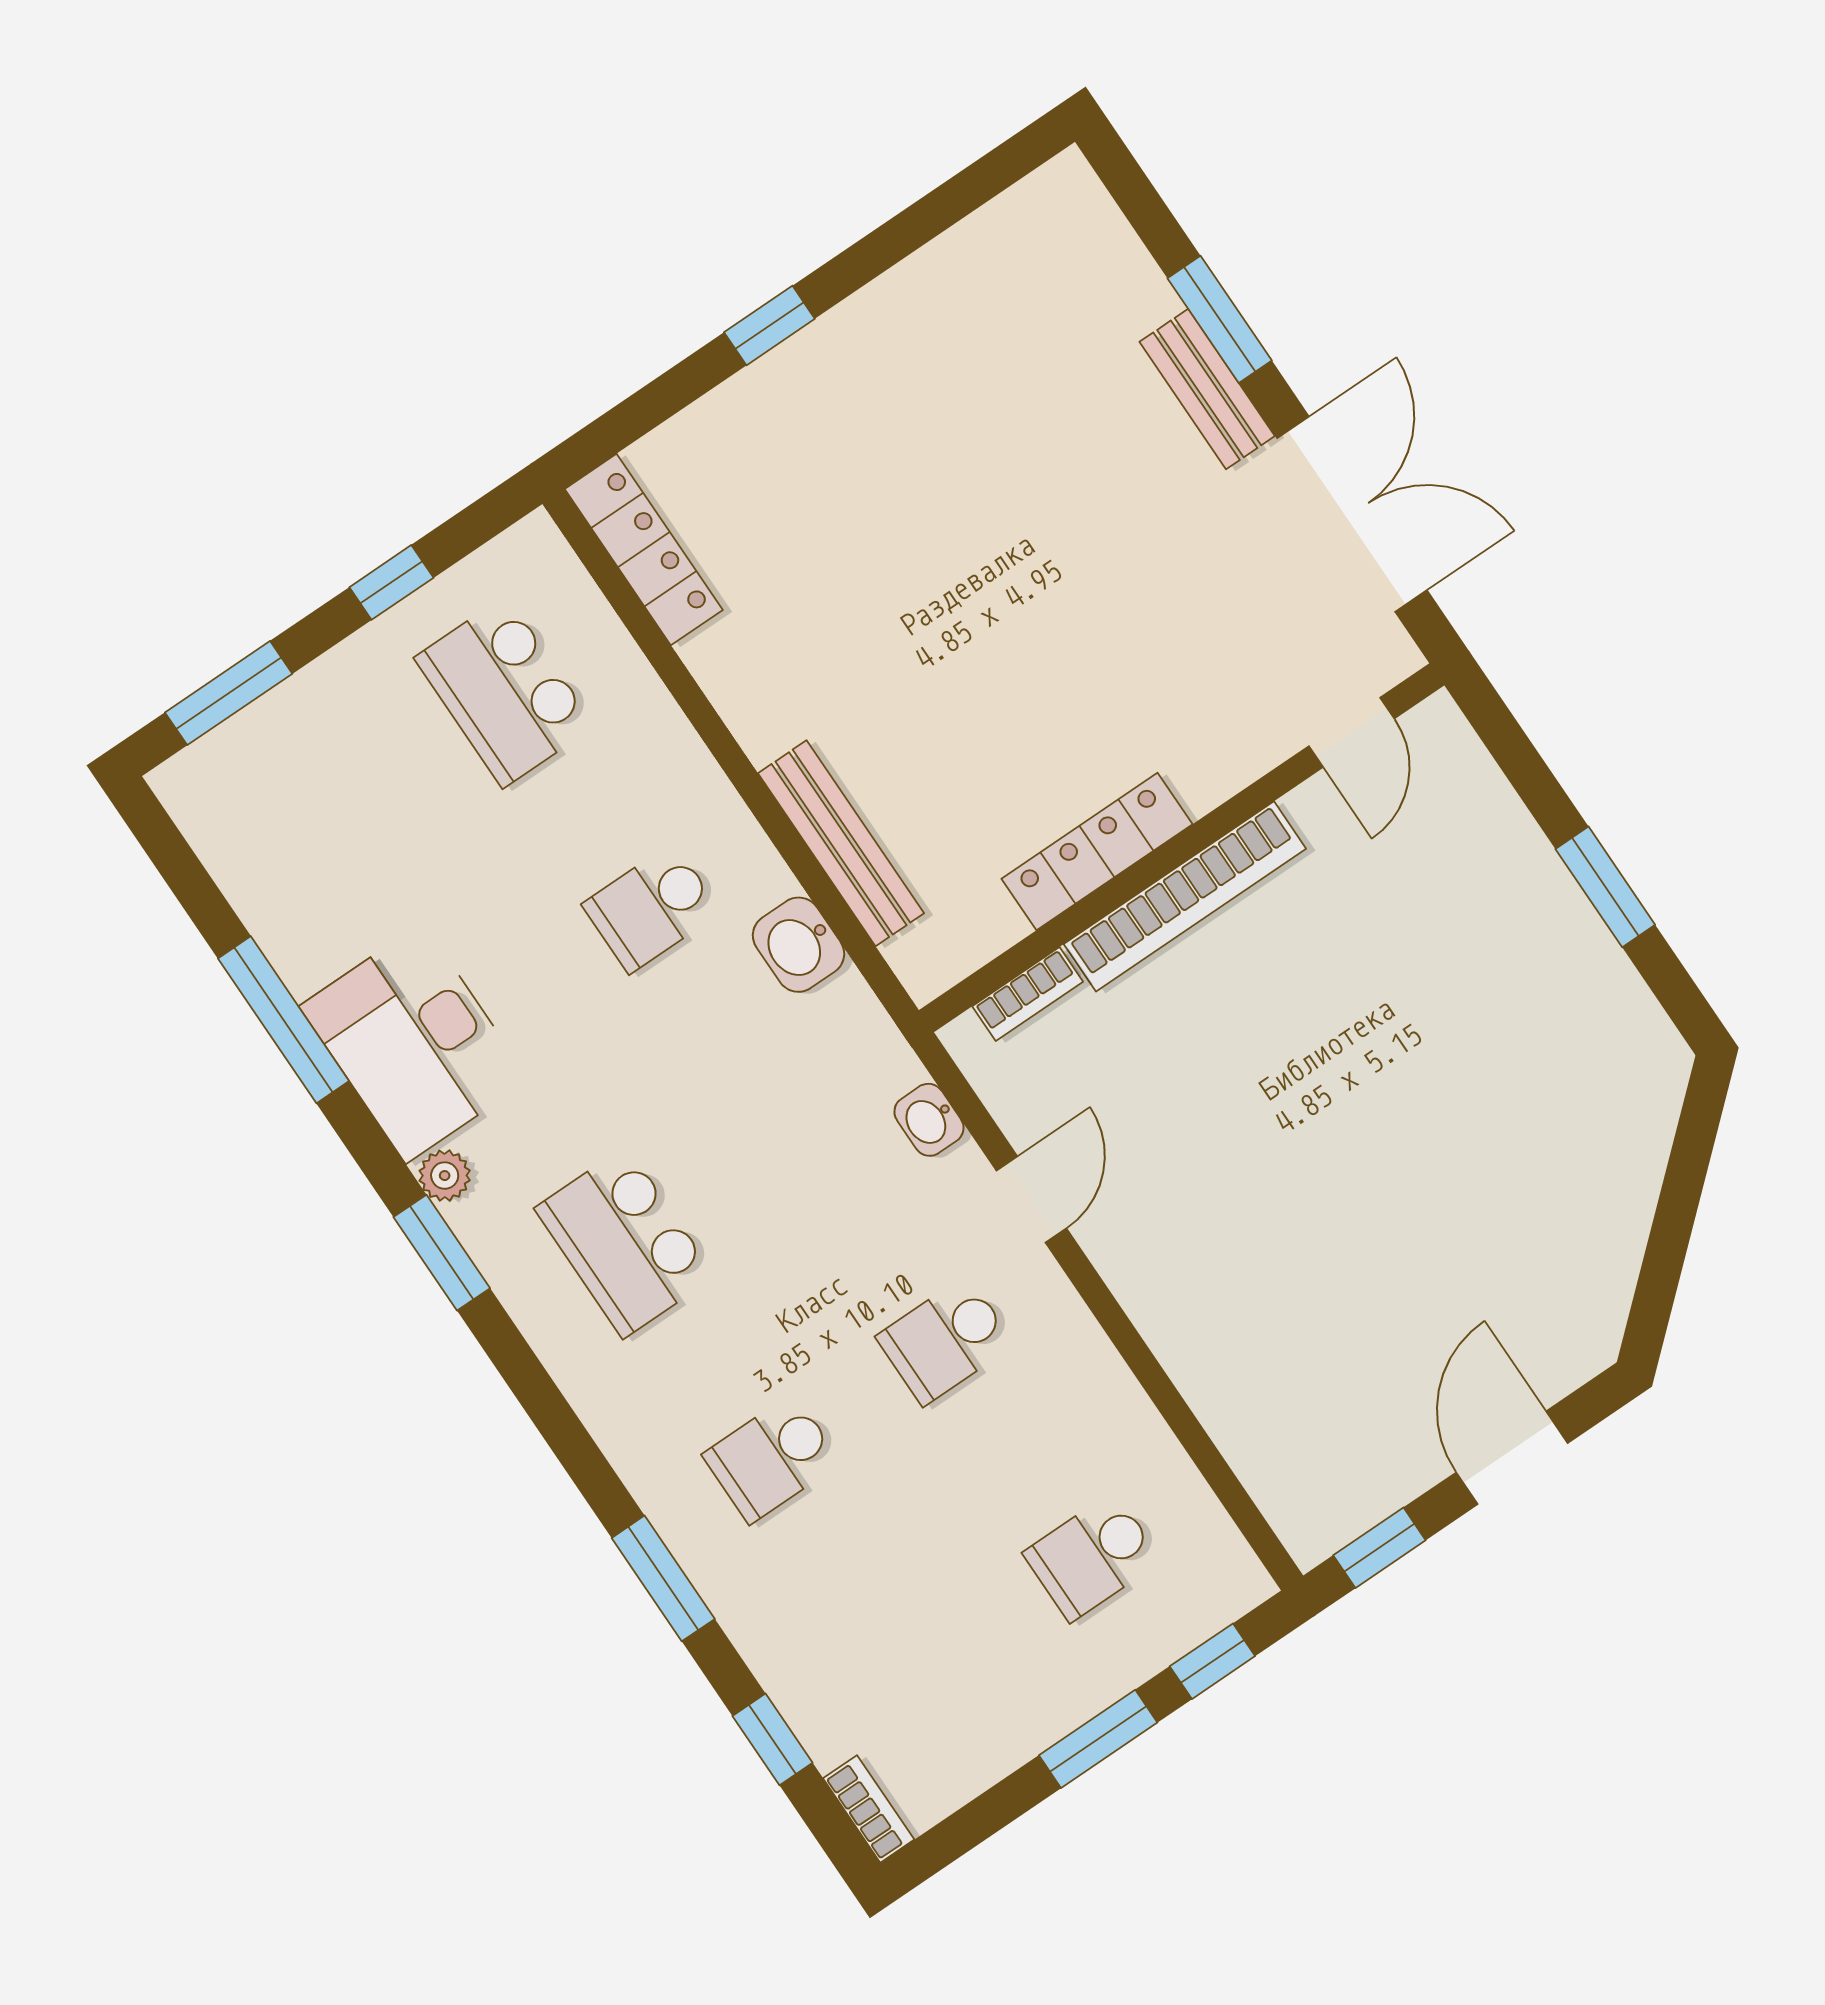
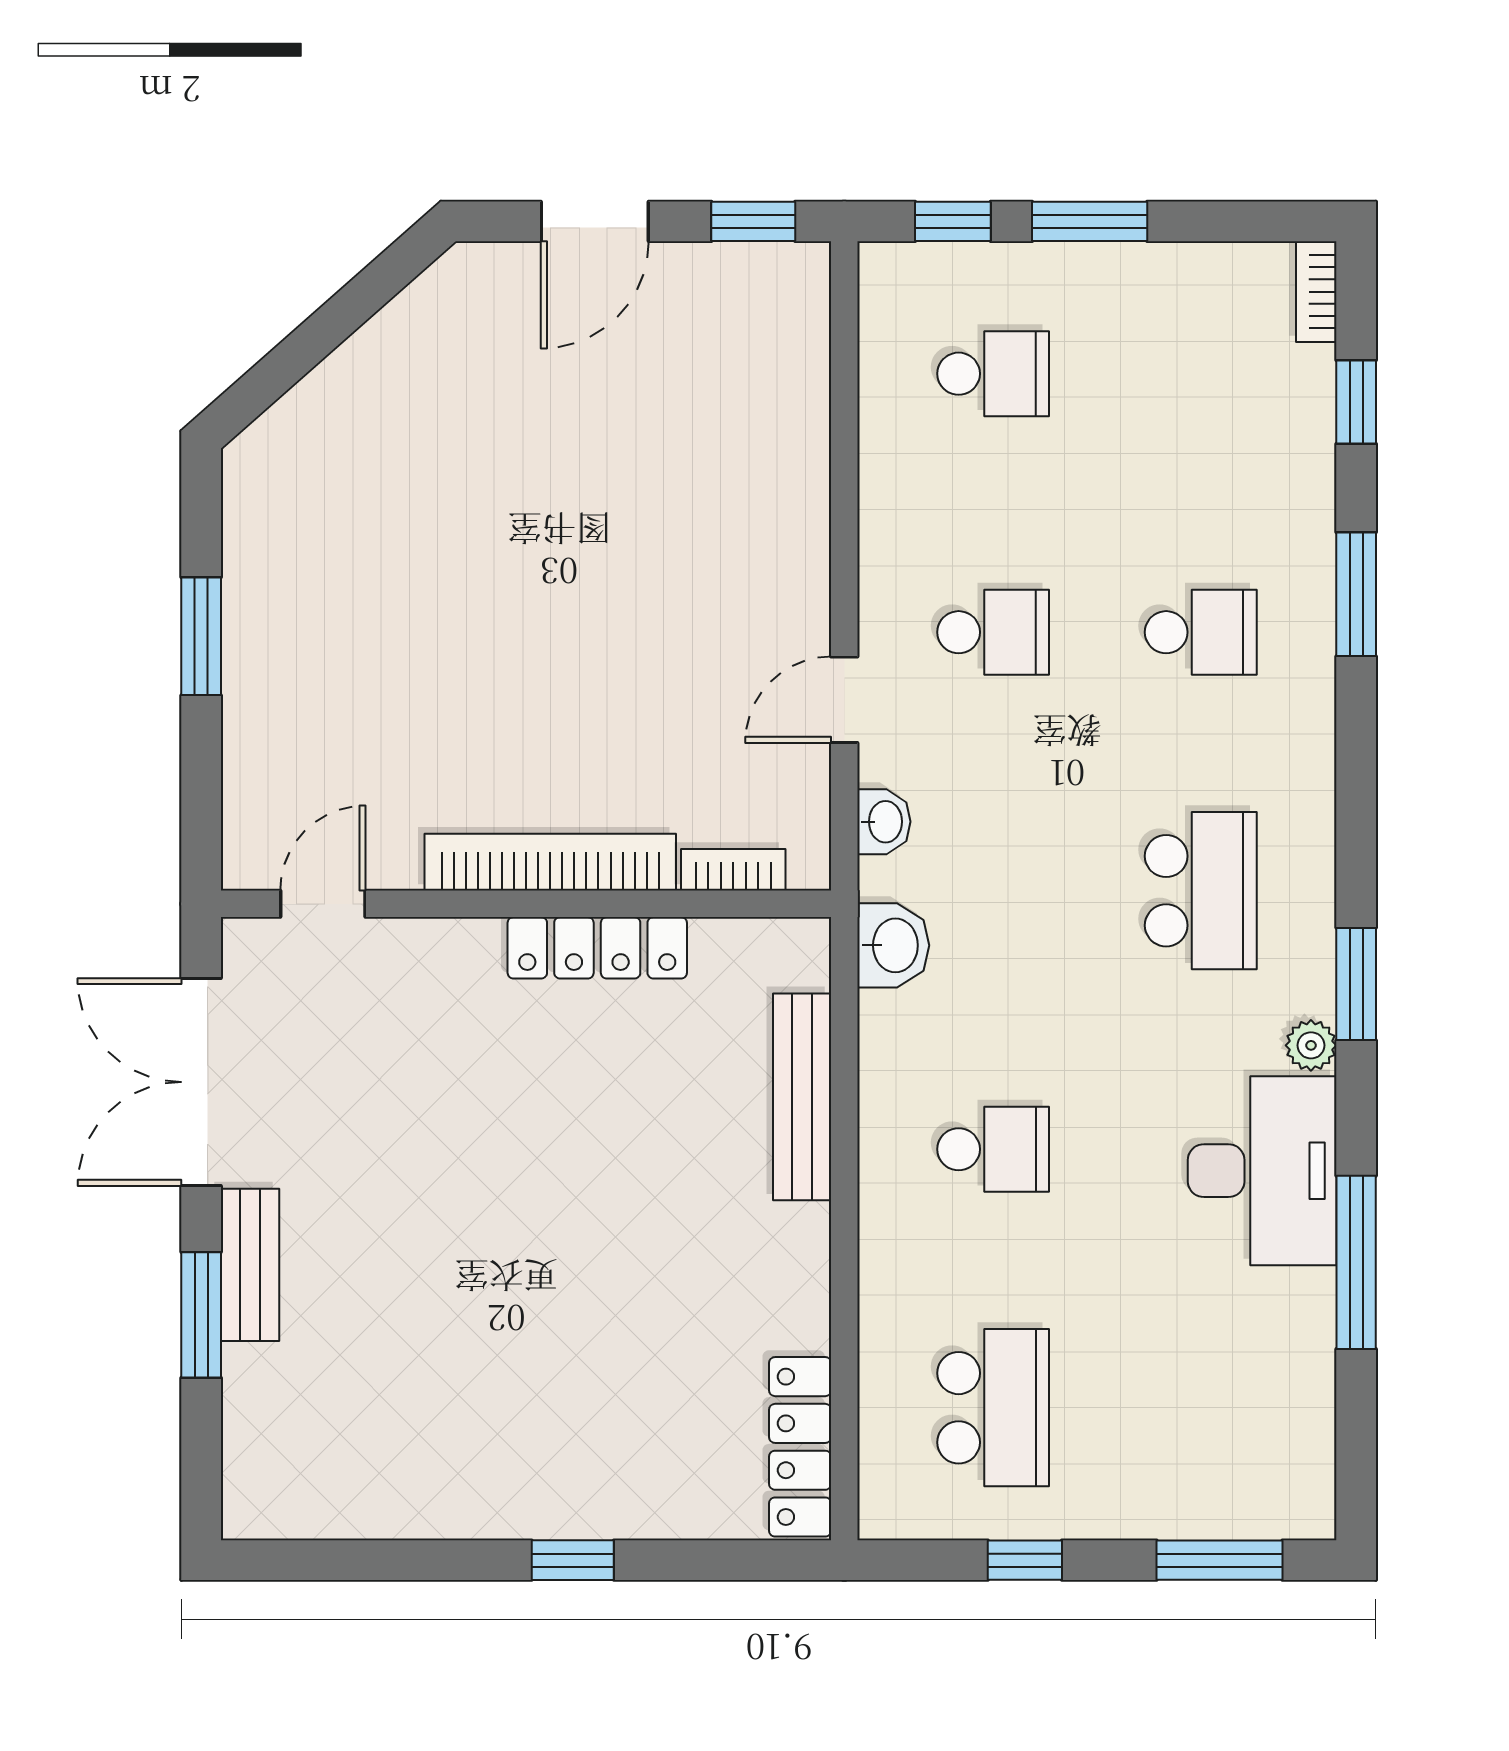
washbasin: (798, 945) -> (893, 945), moved

